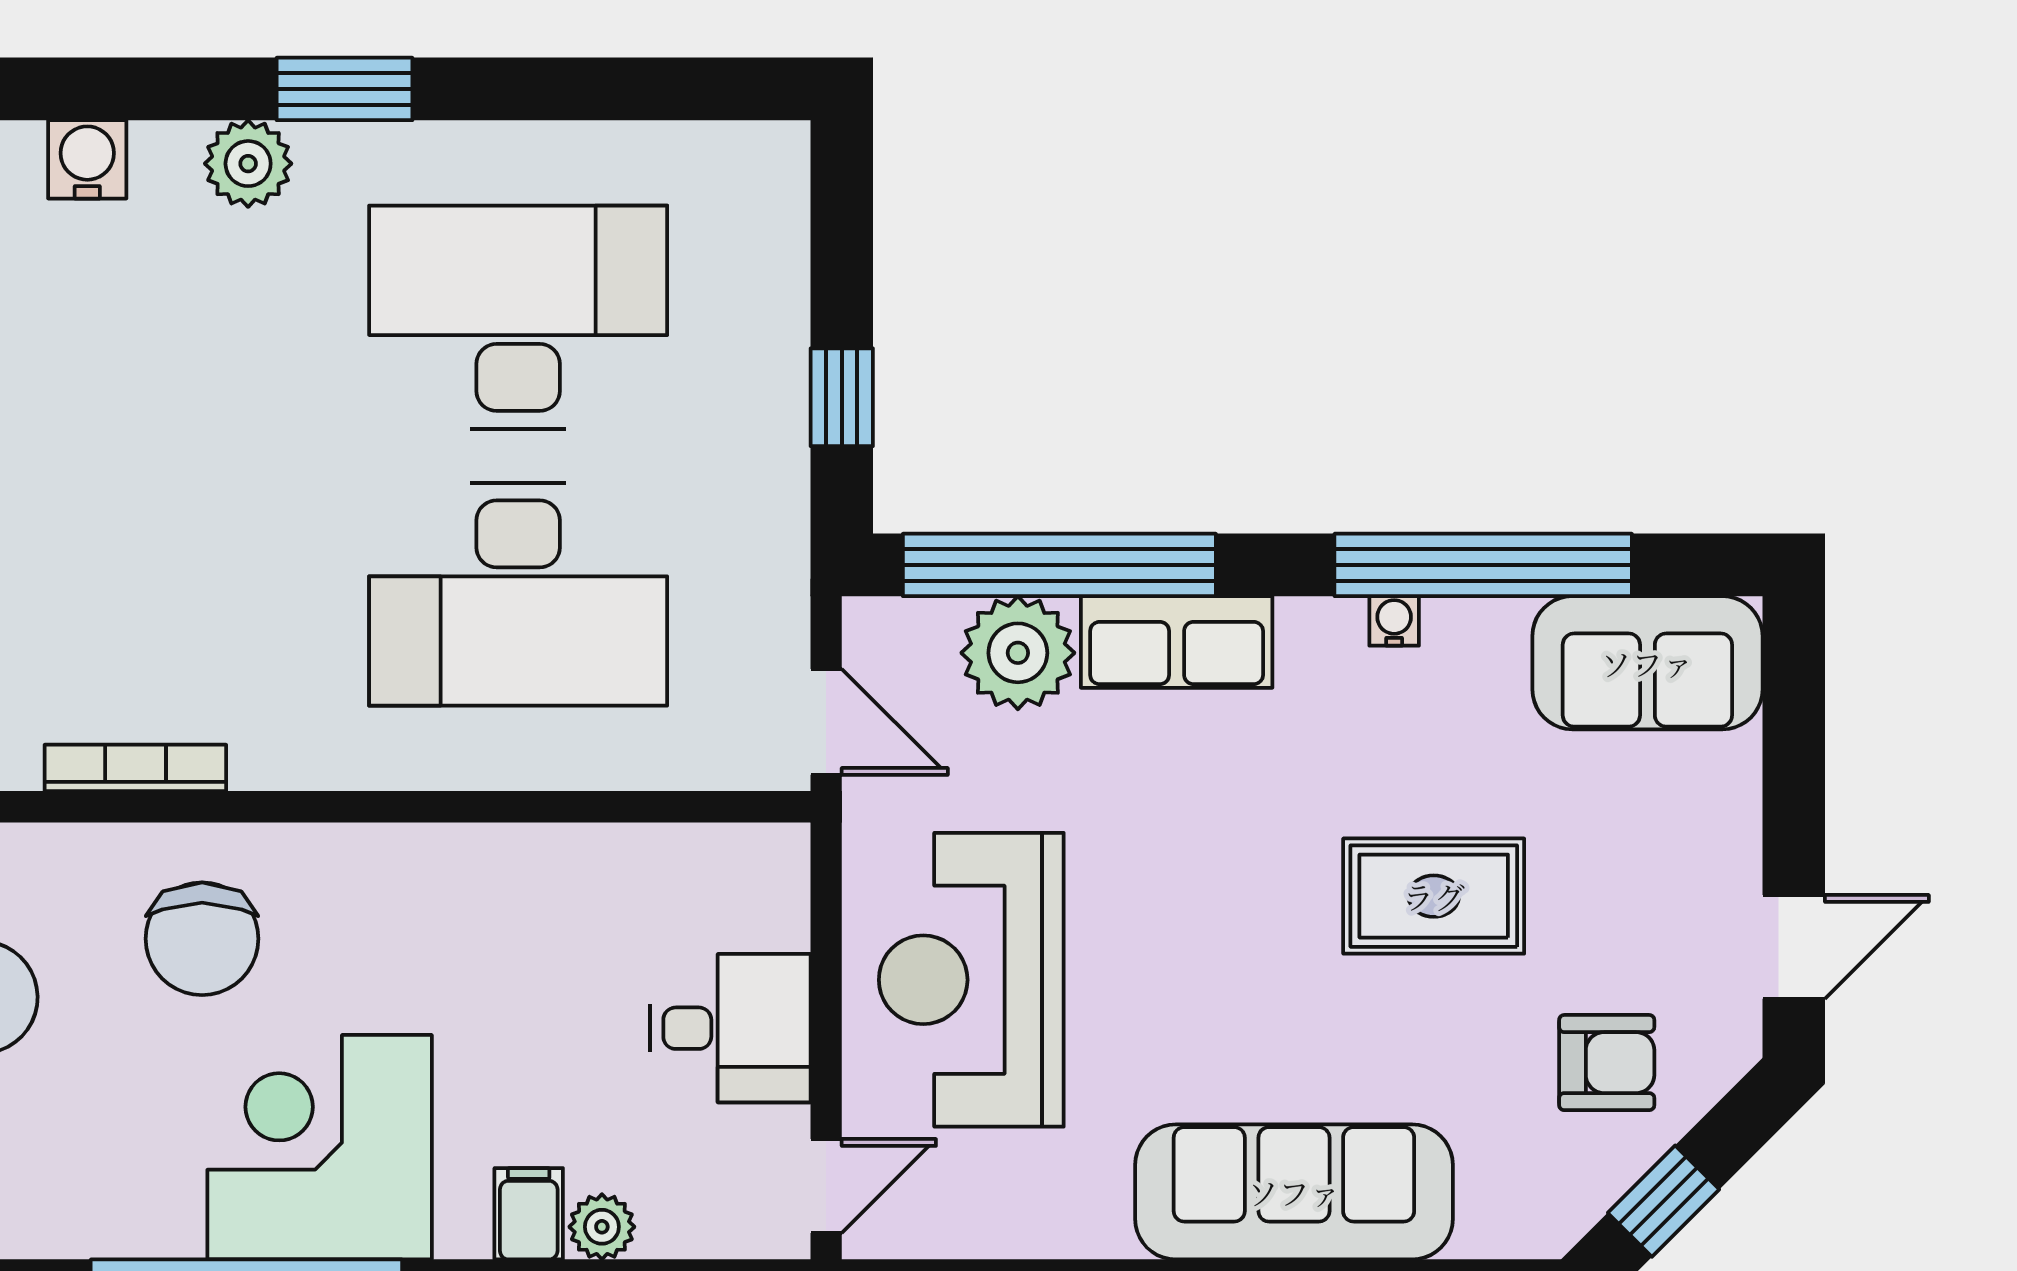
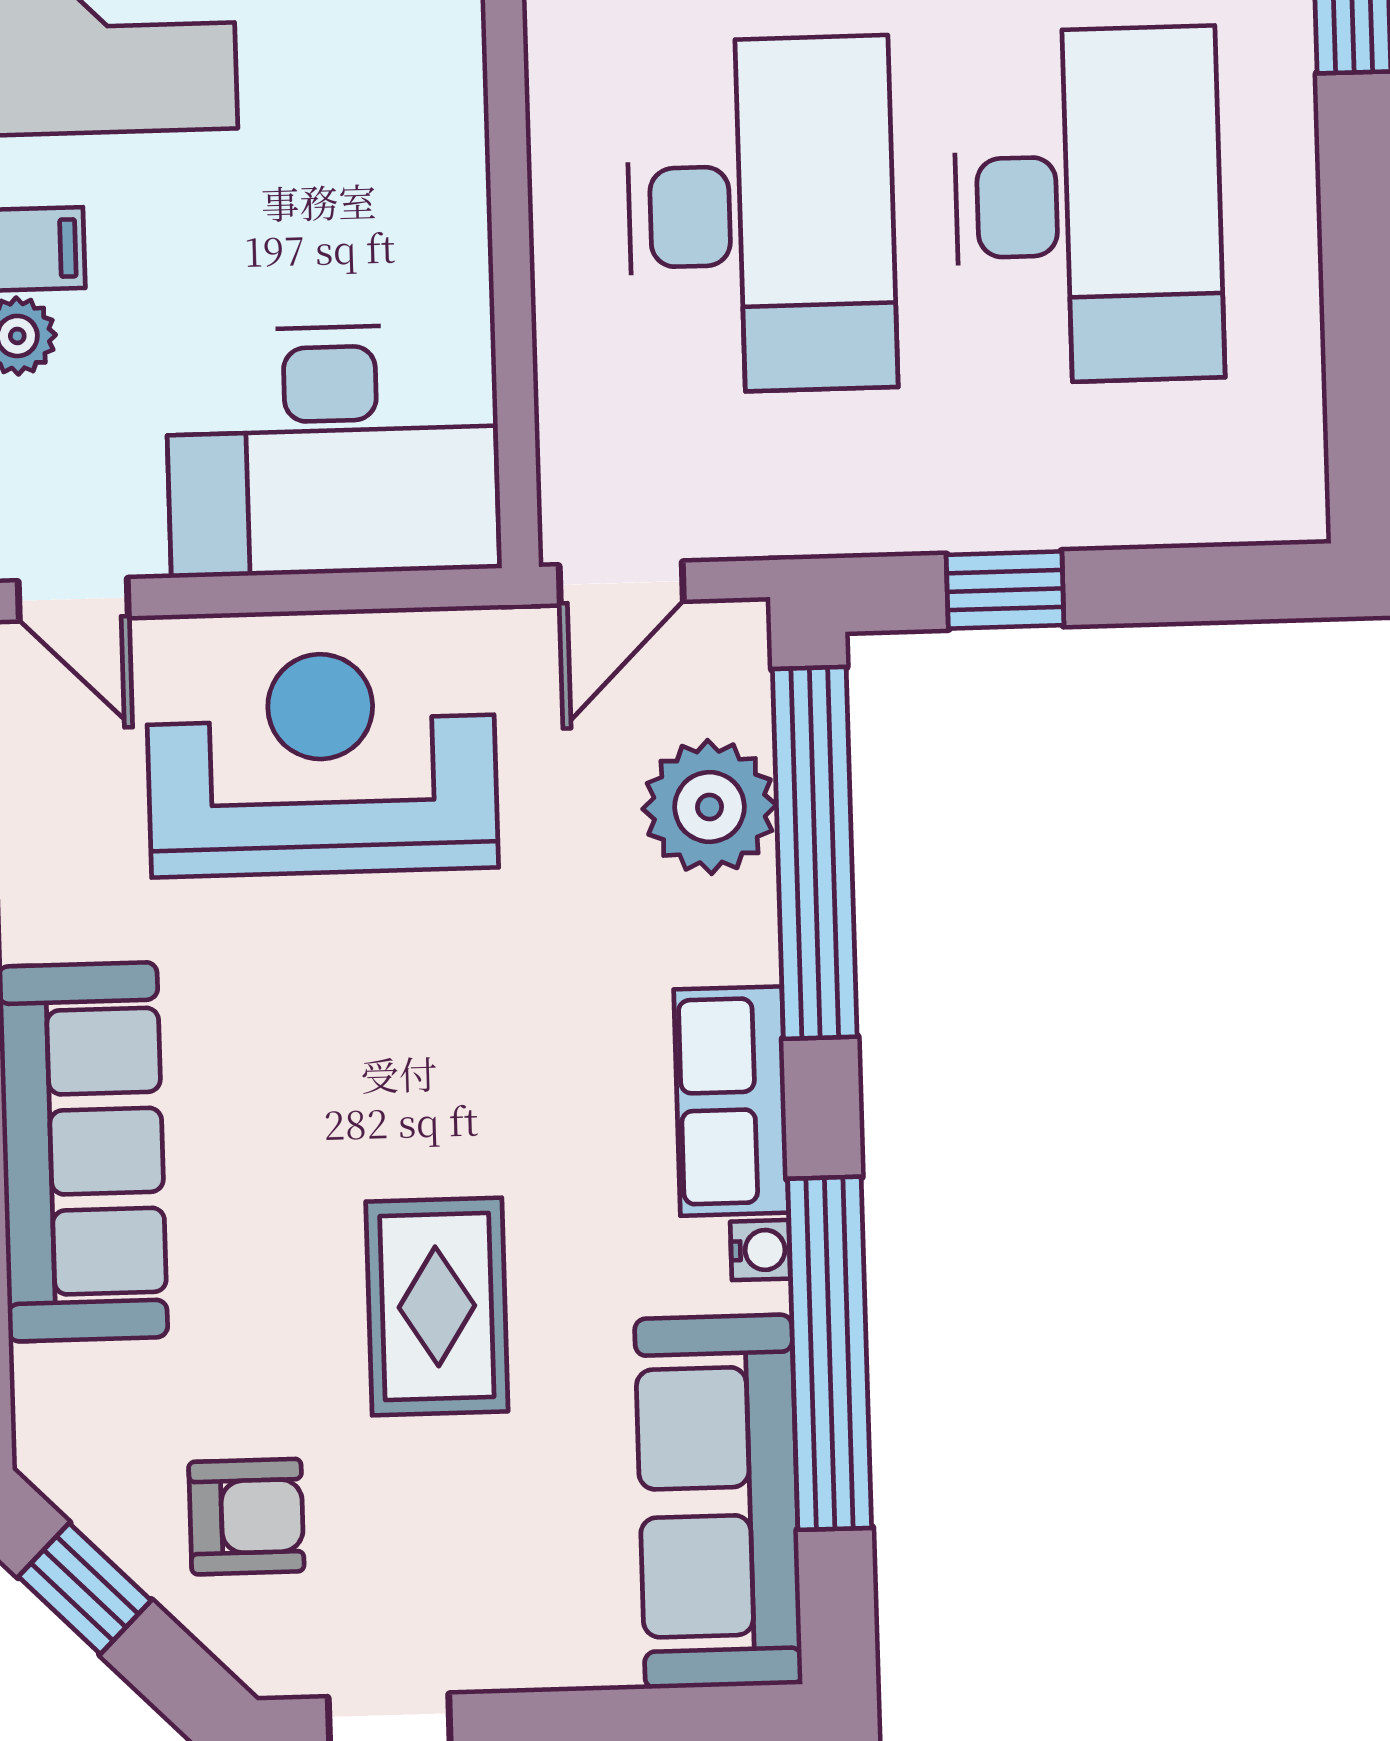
desk: (518, 594) -> (761, 215), turned 180
row of seats: (1177, 642) -> (731, 1101), moved
sofa: (1647, 663) -> (718, 1502), width x1.36
desk: (730, 1028) -> (332, 450), width x1.87, depth x1.30
armchair: (1607, 1063) -> (246, 1517), turned -90

